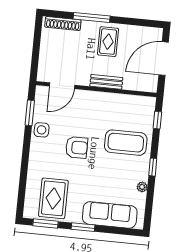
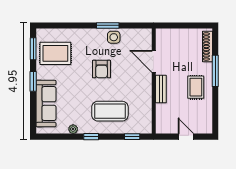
rug: (108, 42) -> (196, 87), turned 90
door: (164, 59) -> (186, 137), width x0.53
door: (62, 86) -> (154, 61), moved
window: (30, 113) -> (108, 25), moved
coffee table: (126, 143) -> (110, 111), turned 90

